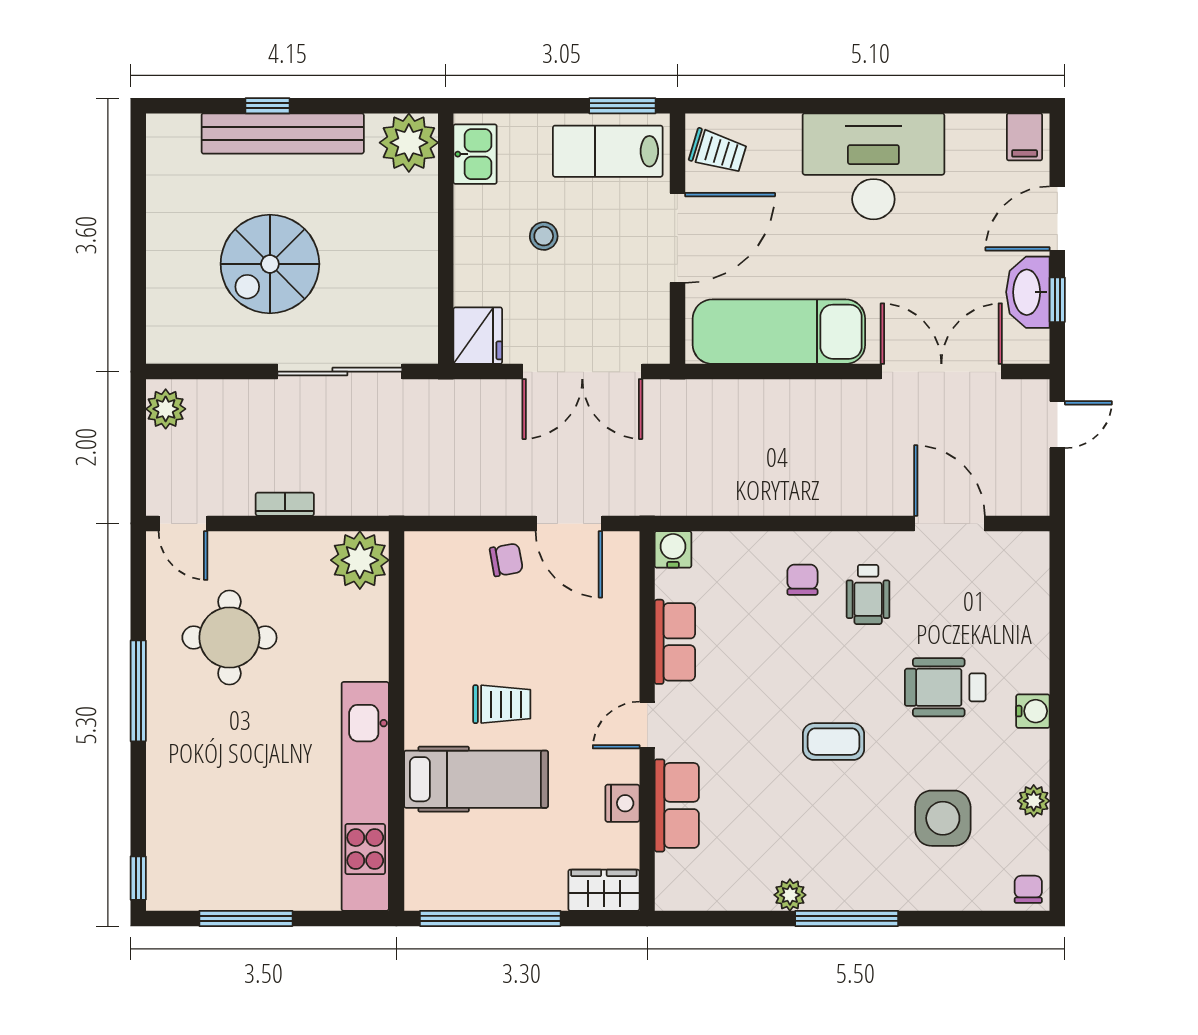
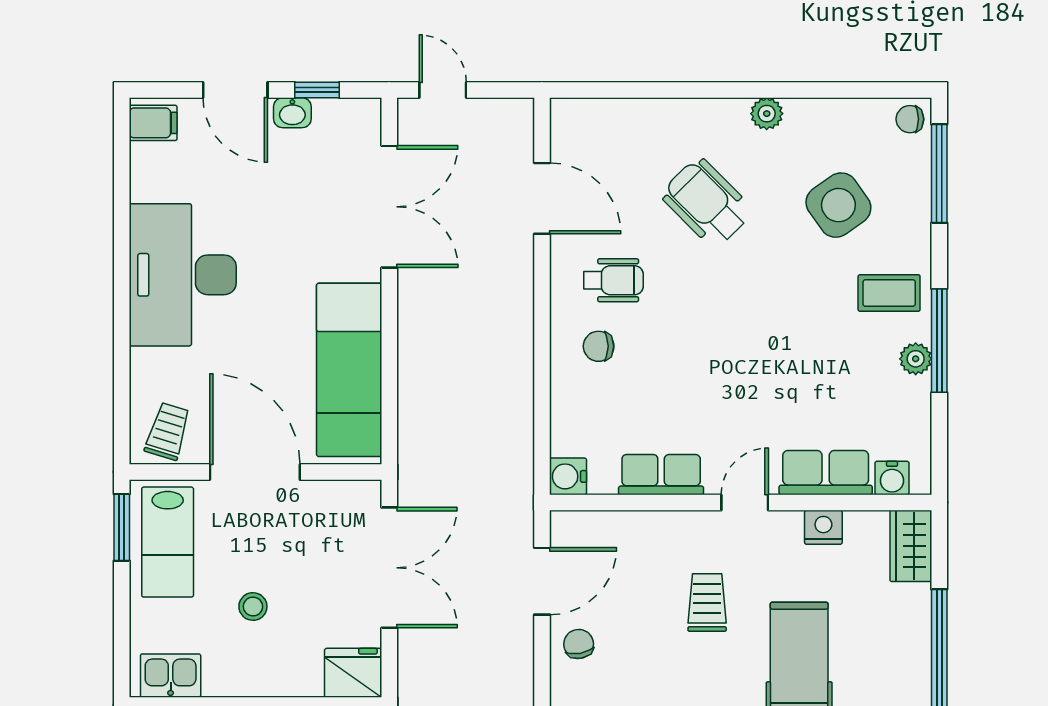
washbasin: (1028, 292) -> (292, 113), width x0.52, depth x0.69
double door: (941, 372) -> (389, 207), swing flipped
door: (949, 523) -> (542, 198), swing flipped
wheelchair: (945, 687) -> (707, 203), turned 135
trolley: (502, 704) -> (707, 603), moved
water cooler: (1033, 711) -> (892, 478), moved, turned 180
door: (647, 725) -> (745, 502), swing flipped
coffee table: (833, 742) -> (889, 293), moved, turned 90
plant: (1034, 801) -> (767, 114), moved
side table: (943, 818) -> (838, 205), turned -35
window: (847, 918) -> (939, 341), moved
window: (974, 918) -> (939, 174), added

